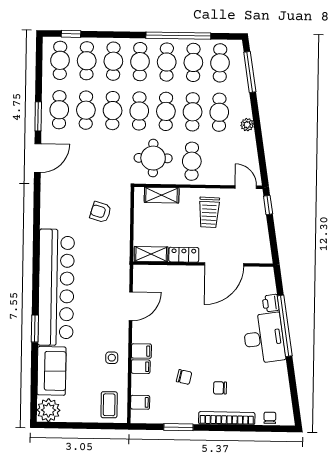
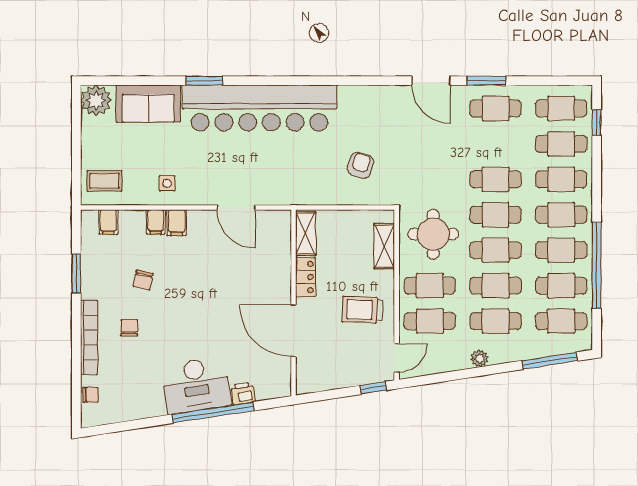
cafe table: (86, 110) -> (430, 321), moved

